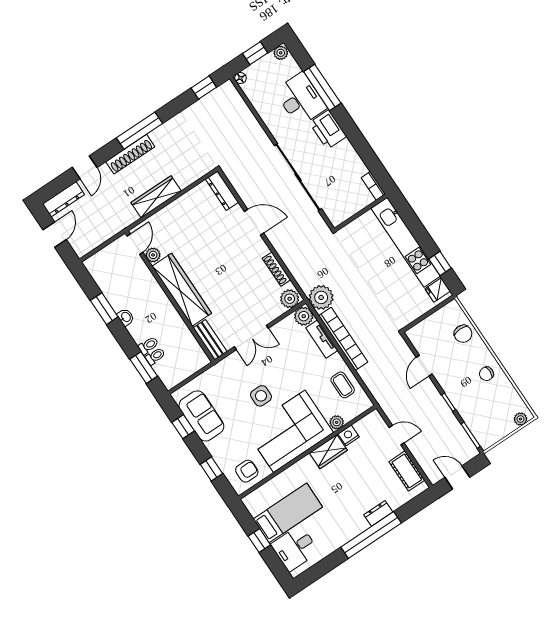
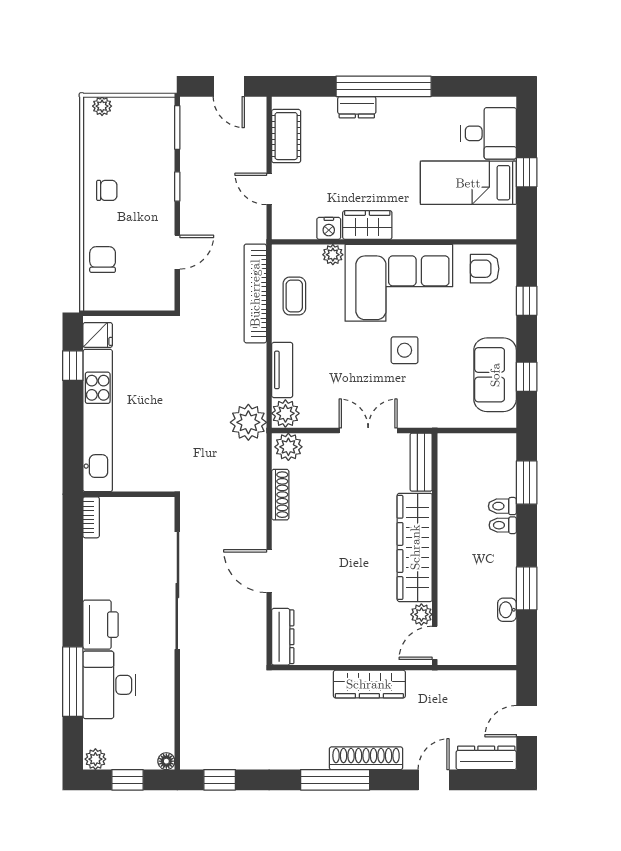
washbasin: (126, 317) -> (507, 610), moved
bookcase: (343, 339) -> (255, 293), moved
toilet: (155, 356) -> (503, 525), moved

